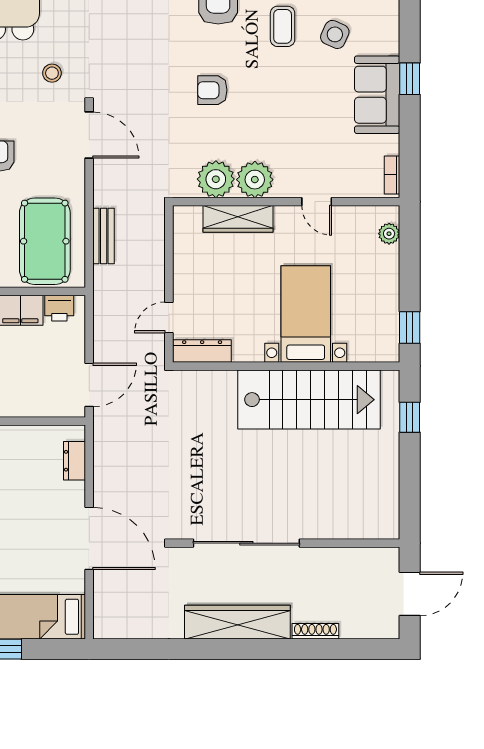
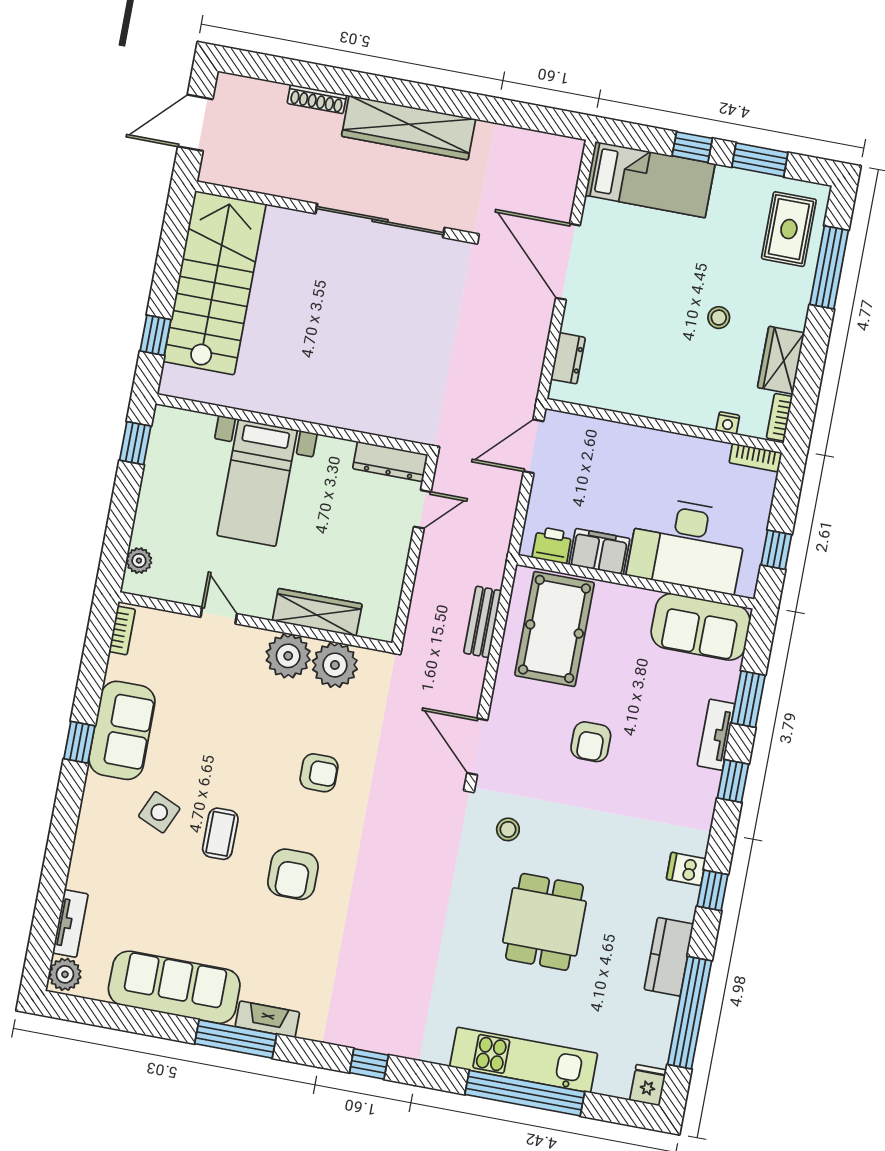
stairs: (309, 400) -> (215, 283), moved, turned 90

